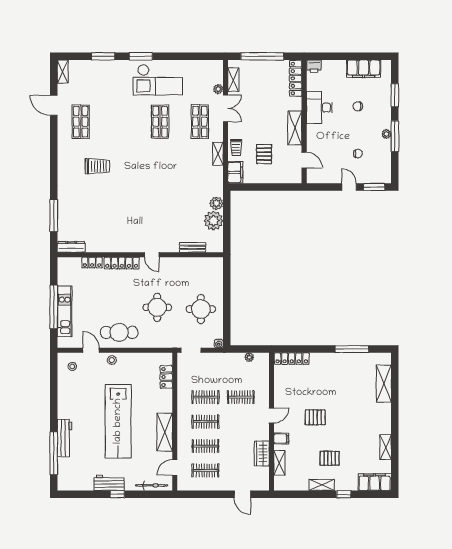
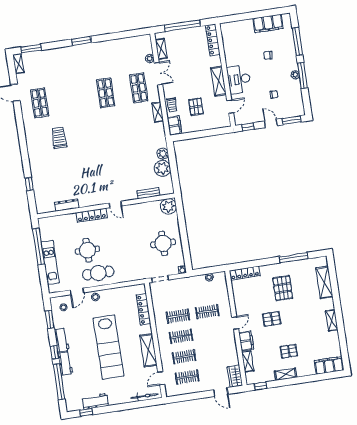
window: (103, 56) -> (31, 49), moved
printer: (314, 66) -> (227, 28), removed
checkout: (158, 80) -> (98, 58), removed
window: (395, 95) -> (297, 41), width x1.44
desk: (319, 108) -> (239, 79), moved
door: (304, 160) -> (230, 107), hinge flipped
trolley: (97, 166) -> (59, 138), turned -90
window: (321, 187) -> (248, 127), added
window: (54, 215) -> (29, 184), width x0.46
dresser: (71, 247) -> (67, 205), moved
locker: (92, 263) -> (67, 218), removed
plant: (214, 266) -> (168, 206), added
window: (54, 307) -> (39, 247), moved
round table: (157, 307) -> (87, 250), moved
door: (91, 350) -> (77, 291), swing flipped
locker: (166, 377) -> (144, 309), width x1.53
window: (54, 378) -> (50, 319), added
pallet: (334, 383) -> (283, 288), added
workbench: (64, 405) -> (62, 340), added
window: (54, 418) -> (55, 352), added
workbench: (64, 438) -> (65, 363), width x0.73
filing cabinet: (281, 439) -> (246, 341), width x2.00
shelving: (386, 447) -> (332, 320), moved
wardrobe: (262, 454) -> (235, 376), moved
workbench: (109, 483) -> (95, 401), moved
window: (117, 494) -> (86, 412), moved
window: (344, 494) -> (261, 386), moved

